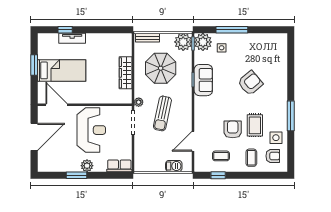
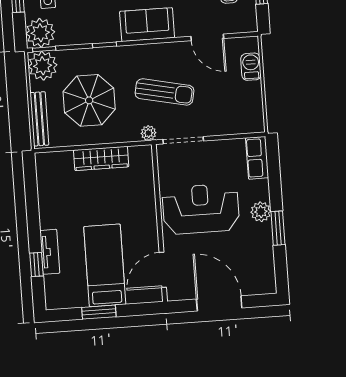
bench: (147, 38) -> (39, 119), width x1.36
sofa: (203, 80) -> (147, 25), moved

